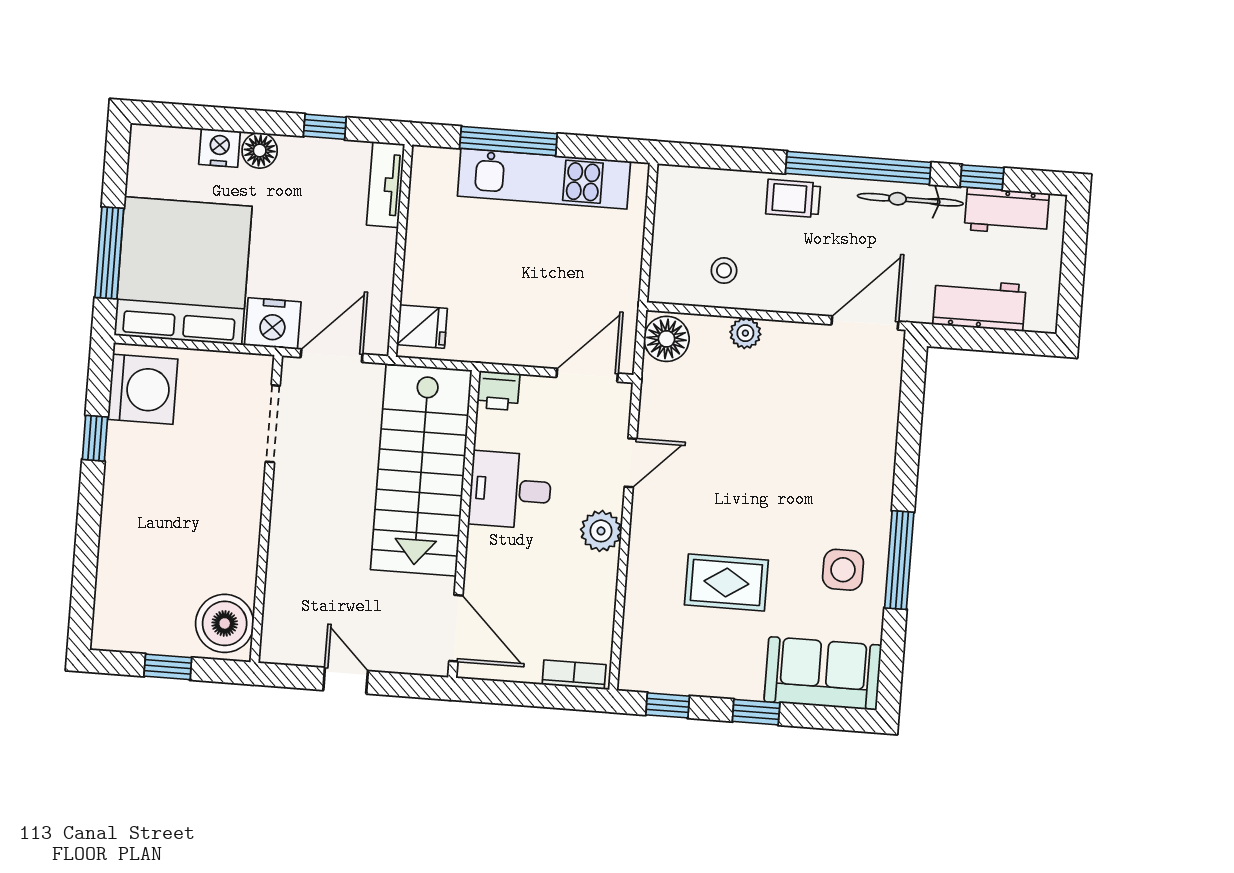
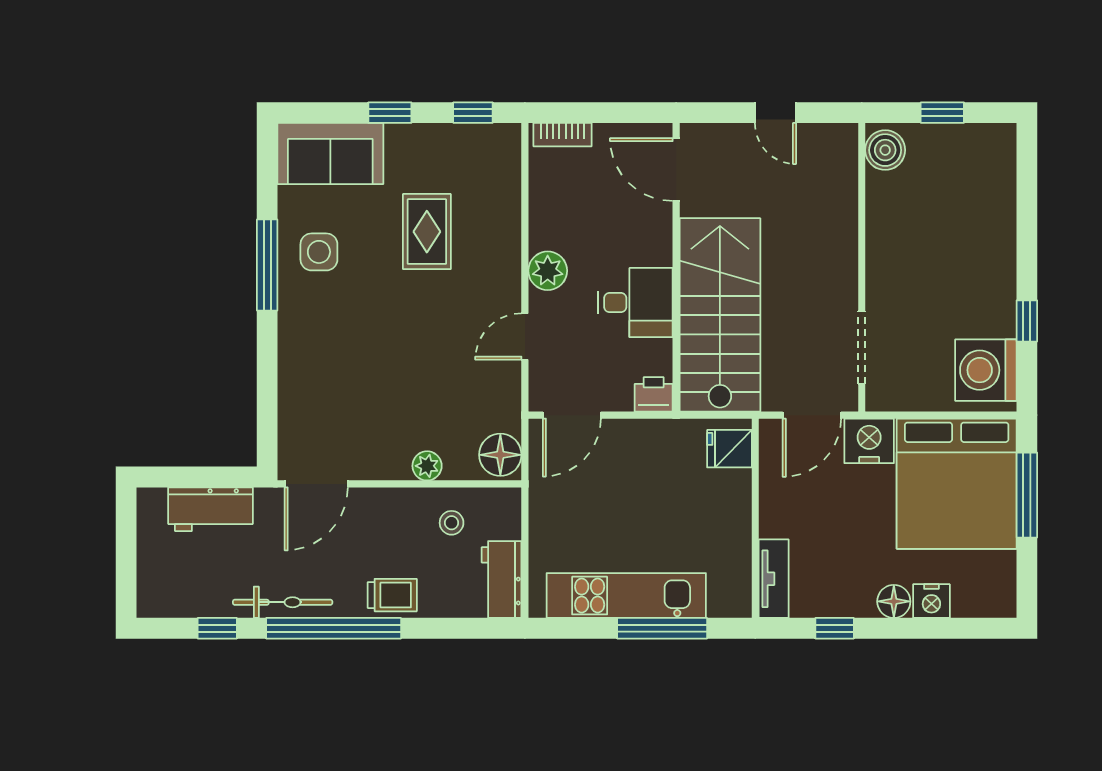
workbench: (1007, 212) -> (502, 579), moved, turned -90
rug: (726, 583) -> (427, 232), turned 90
boiler: (225, 623) -> (885, 150), width x0.73, depth x0.73

